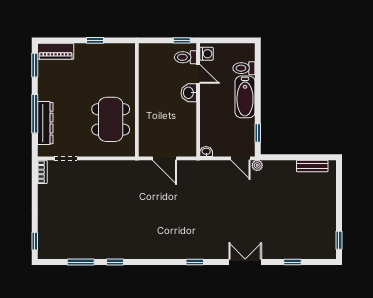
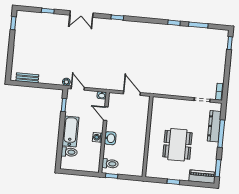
washing machine: (206, 54) -> (98, 137), moved
door: (198, 74) -> (106, 114), moved
dining table: (111, 119) -> (177, 145), moved

